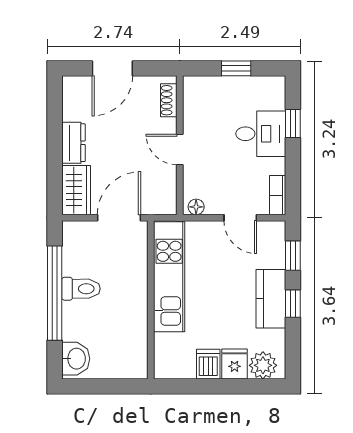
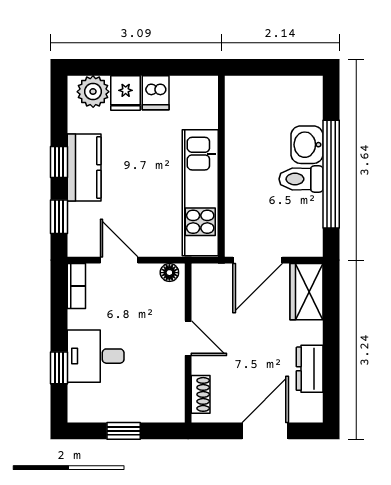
dresser: (73, 143) -> (310, 369), moved
washbasin: (76, 359) -> (307, 145), moved

